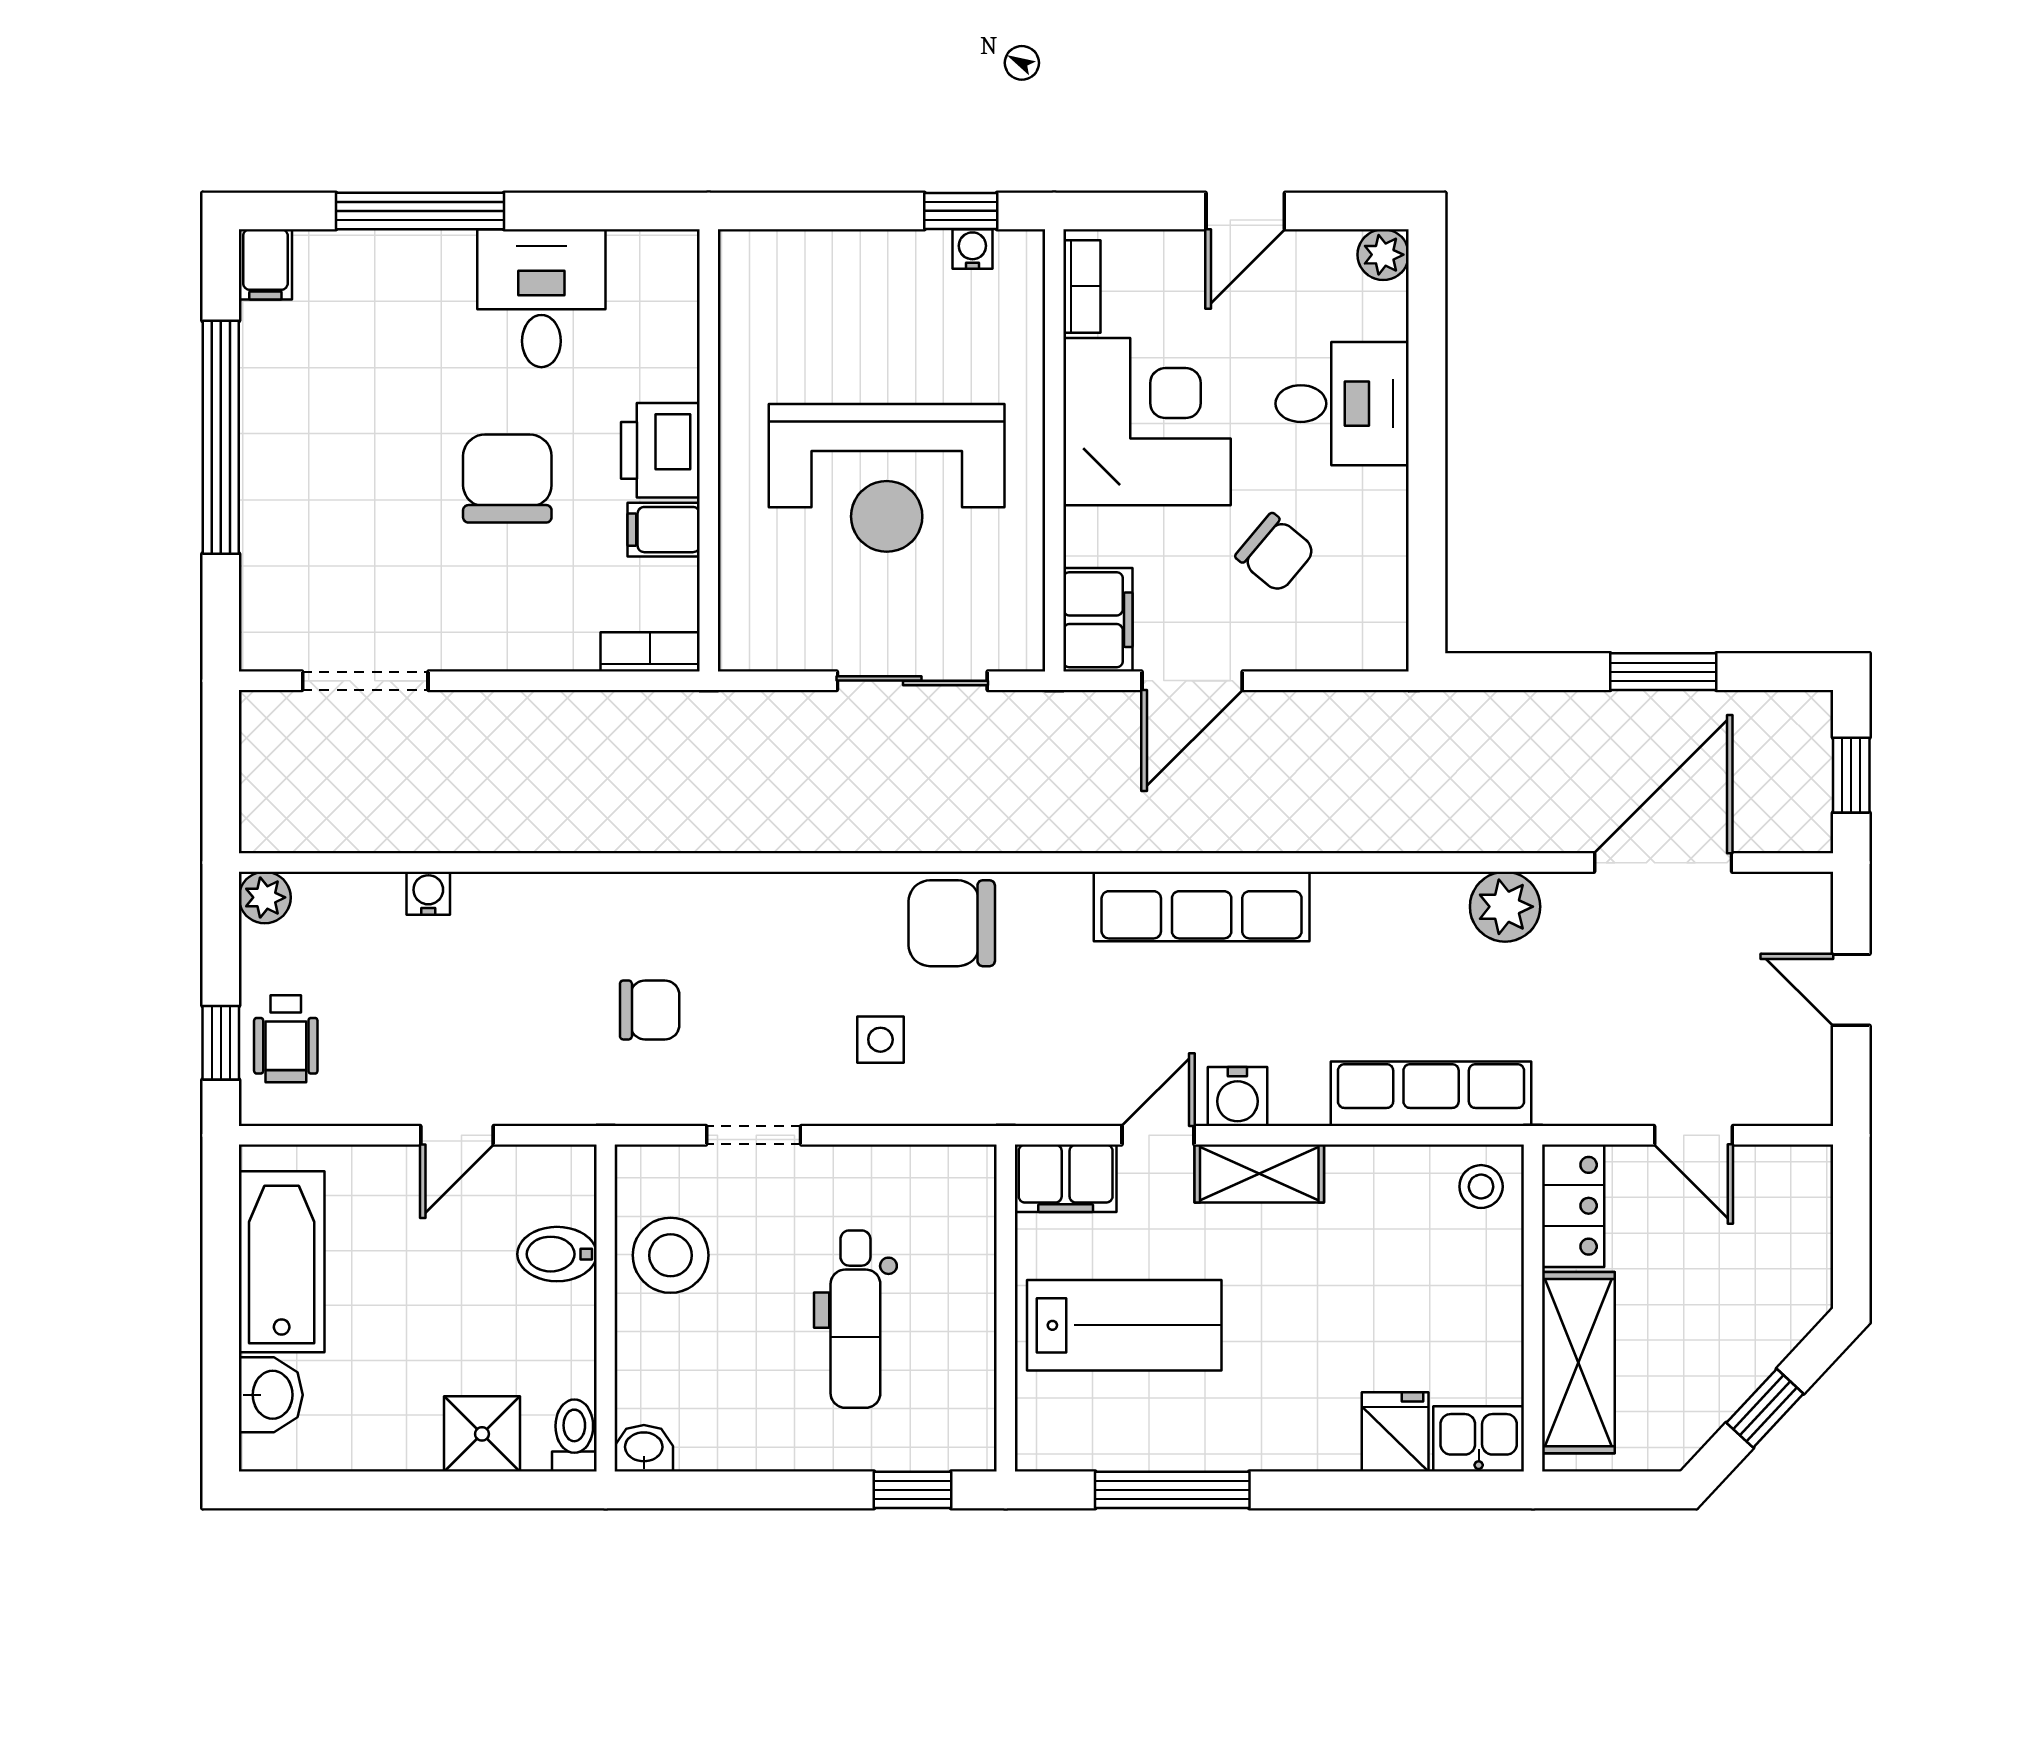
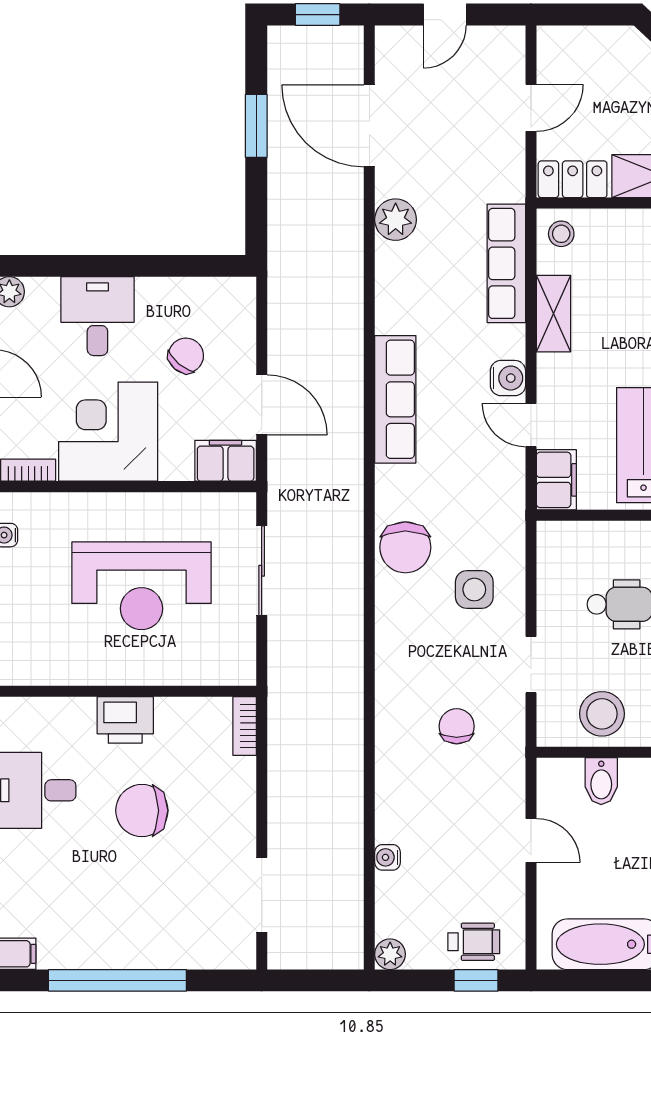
reception desk: (887, 478) -> (141, 586), turned 90
filing cabinet: (664, 530) -> (172, 718), removed
side table: (880, 1040) -> (474, 590), width x1.37, depth x1.37
shelving: (1259, 1173) -> (554, 314), moved

